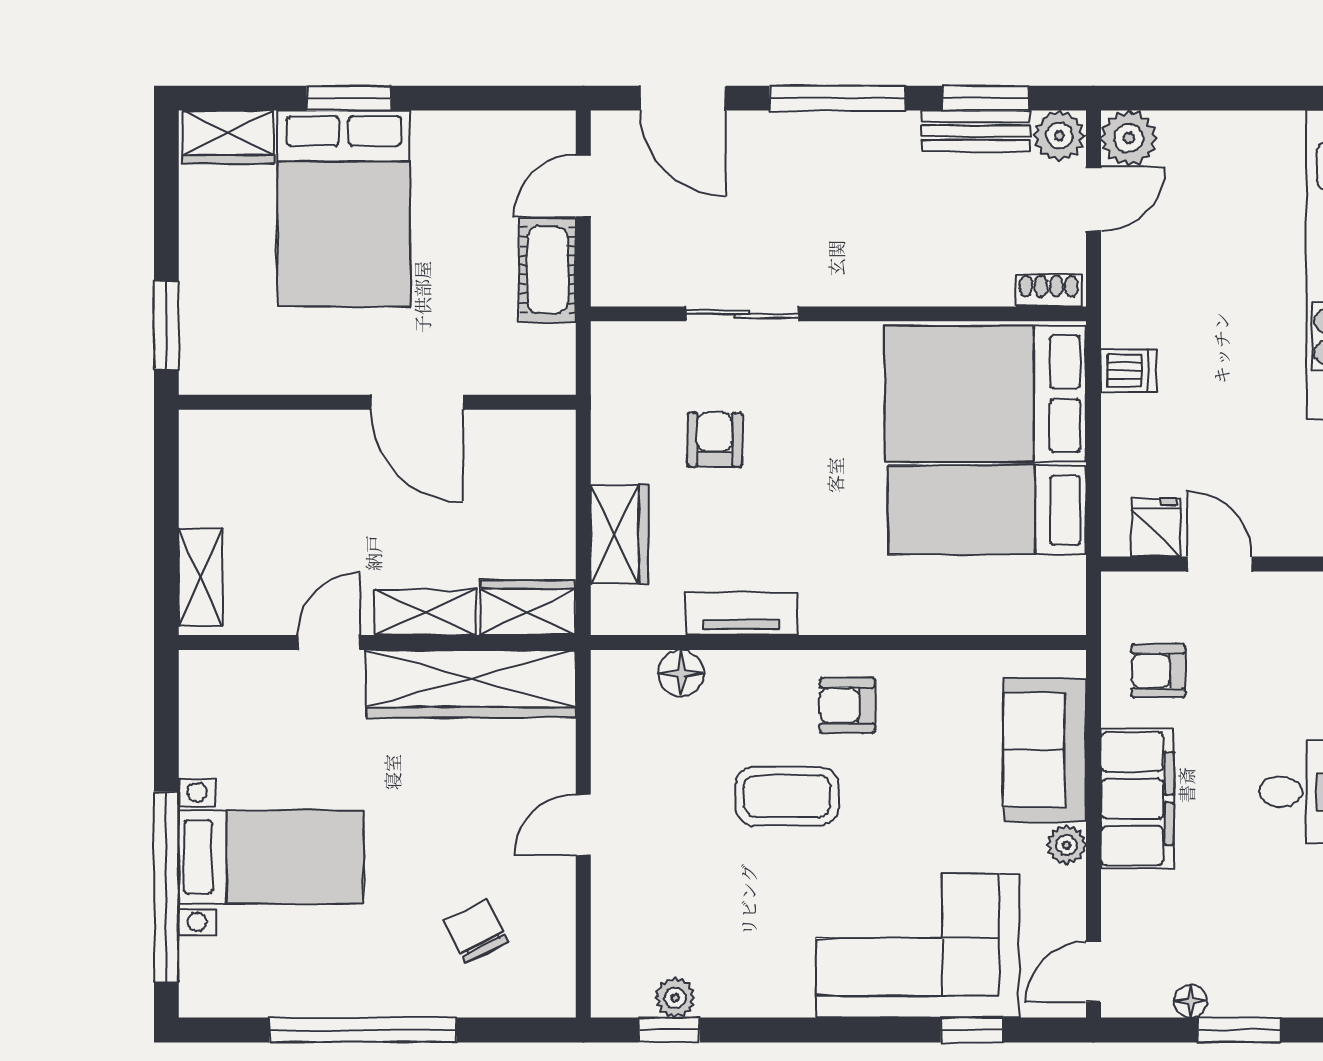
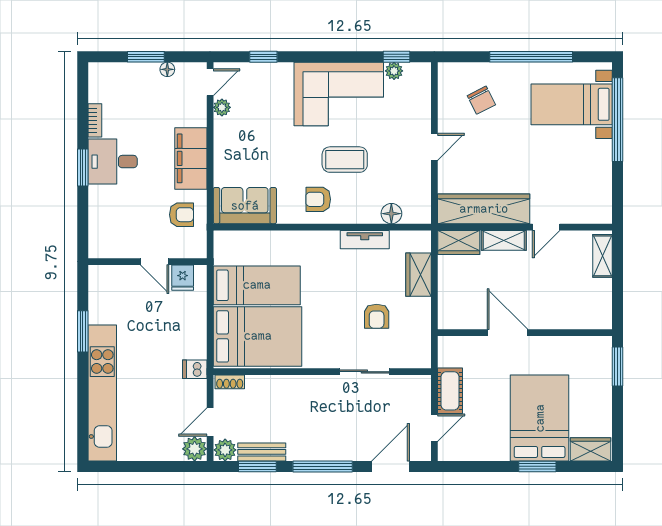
door: (683, 98) -> (391, 466), hinge flipped
dishwasher: (1128, 370) -> (195, 369), moved
armchair: (847, 705) -> (318, 199), turned 180
sofa: (1045, 750) -> (245, 206), moved, turned -90
plant: (1066, 845) -> (222, 107), moved
bed with nightstands: (271, 857) -> (572, 104), moved
corner sofa: (918, 945) -> (339, 94), moved

